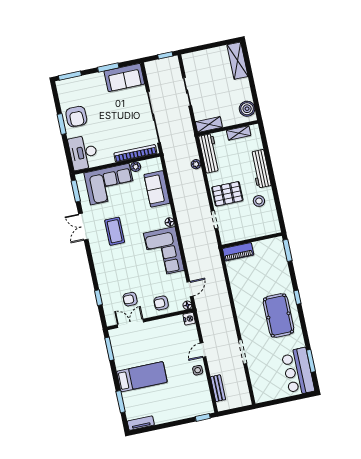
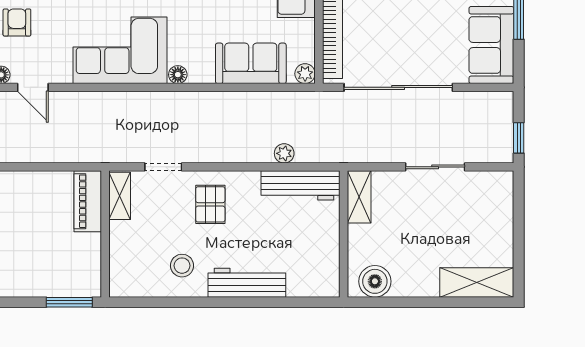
shelving: (239, 133) -> (120, 196), moved
plant: (136, 167) -> (305, 74), moved
pallet: (227, 194) -> (210, 204), width x0.67, depth x0.71

